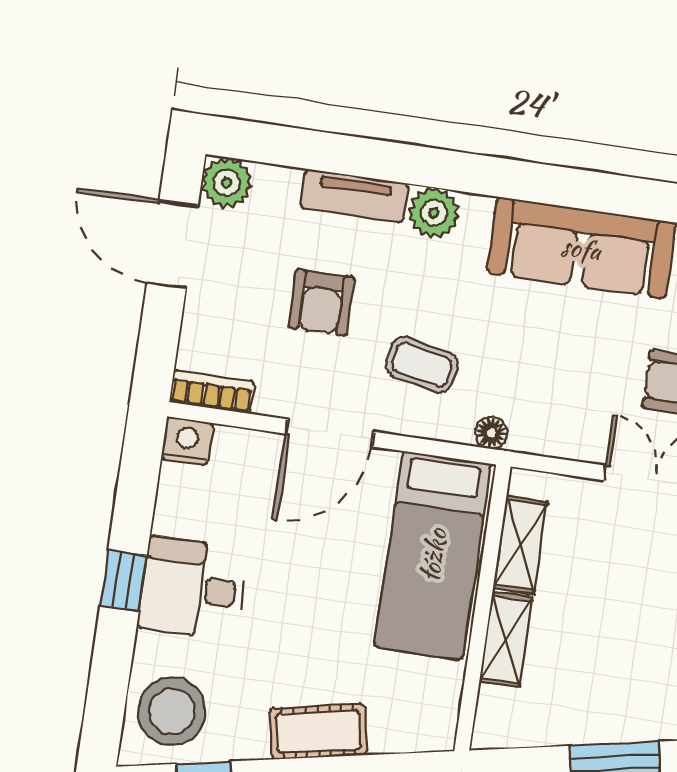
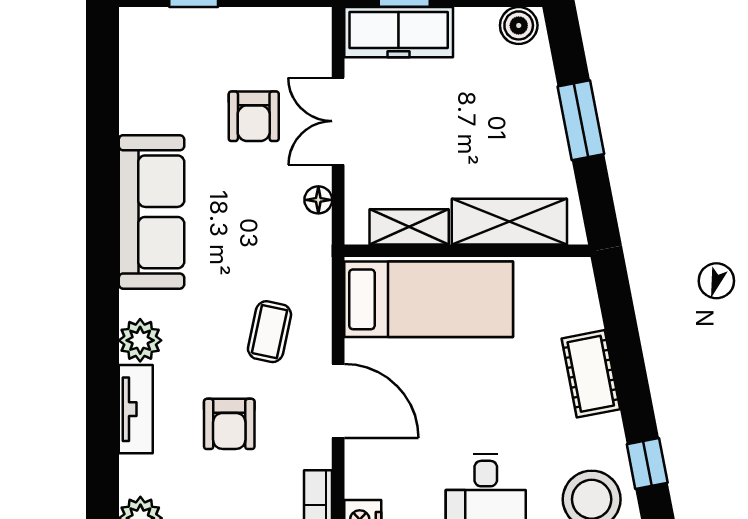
armchair: (321, 302) -> (229, 424), turned 90
floor lamp: (491, 433) -> (318, 200), moved
shelving: (506, 639) -> (509, 222), width x1.50, depth x1.33

